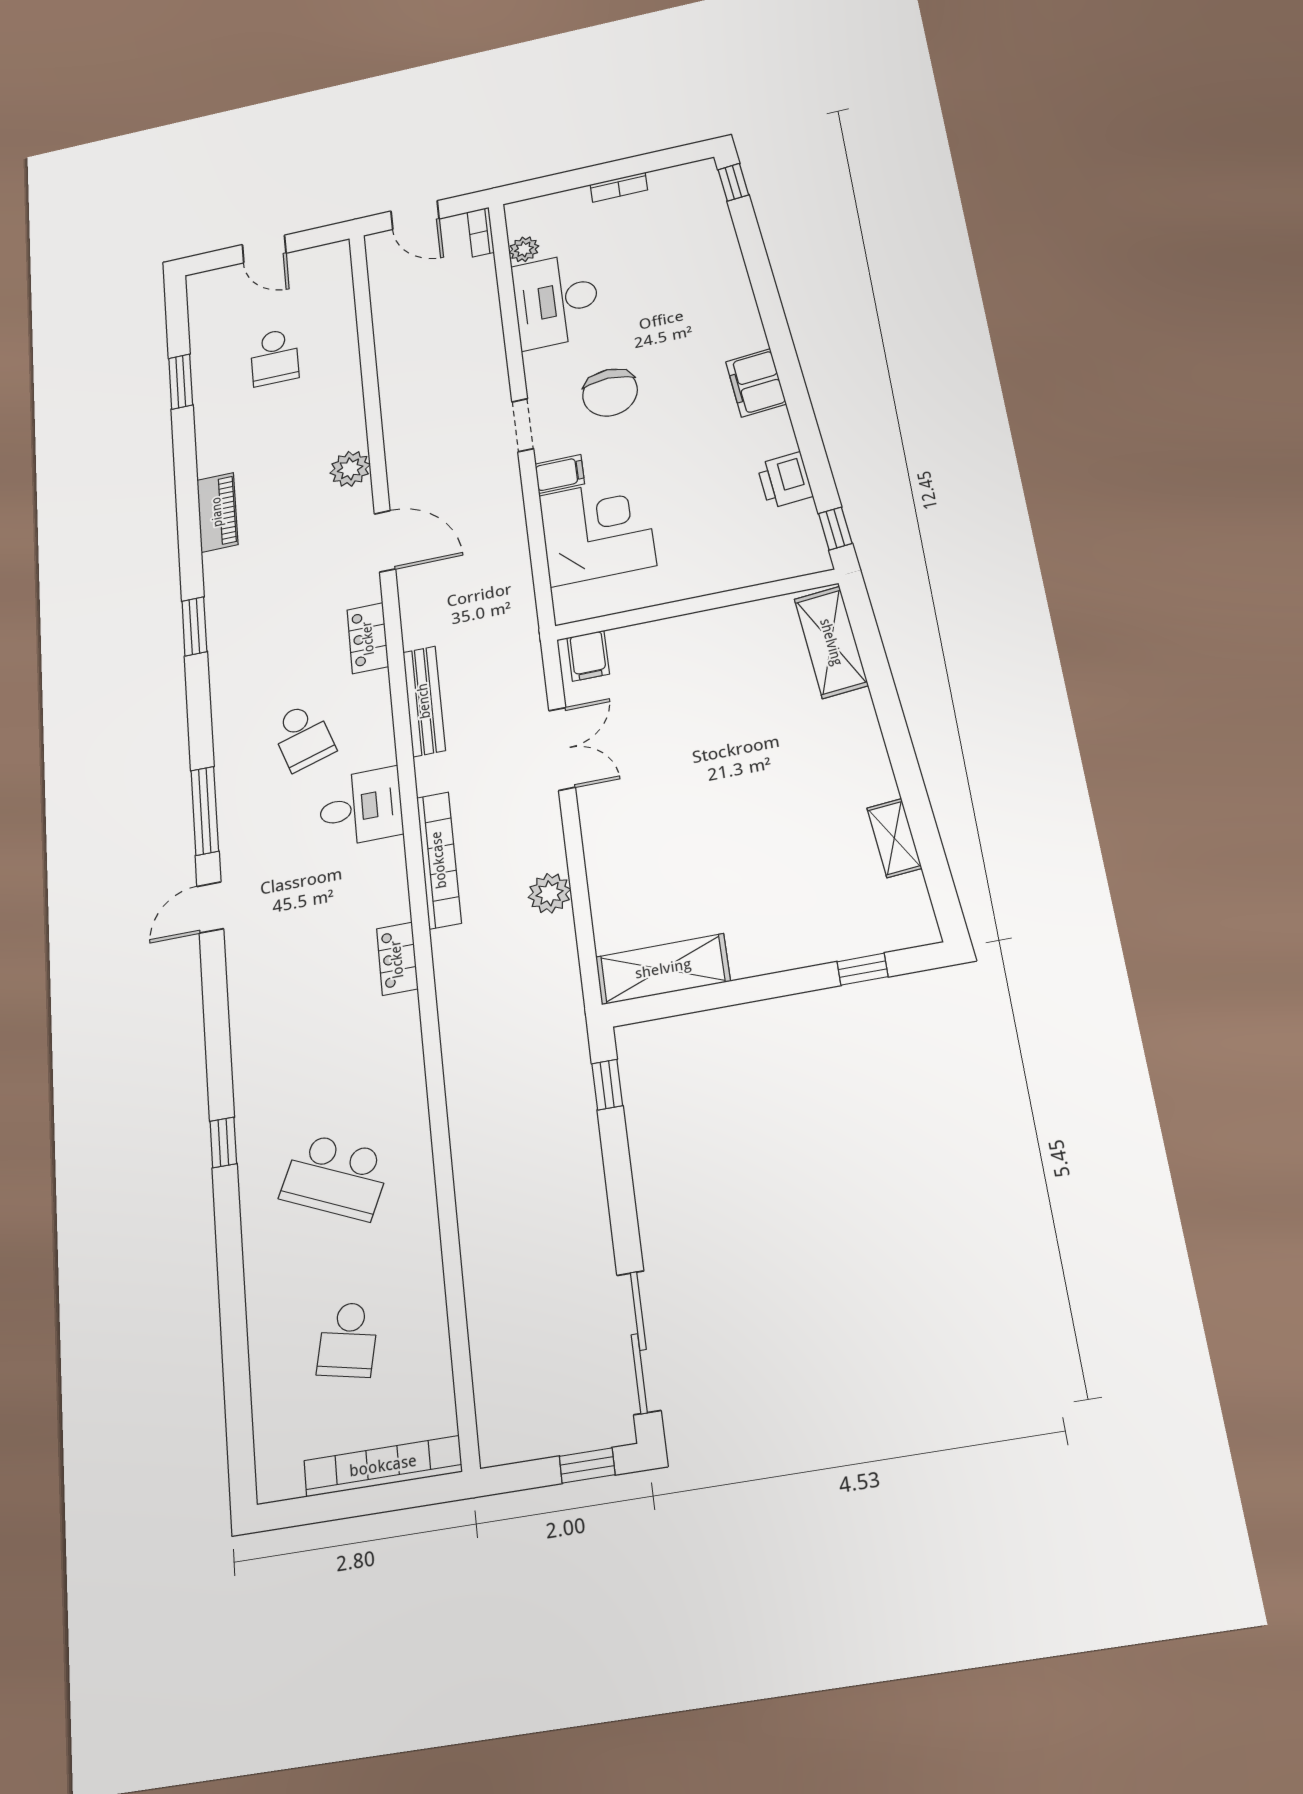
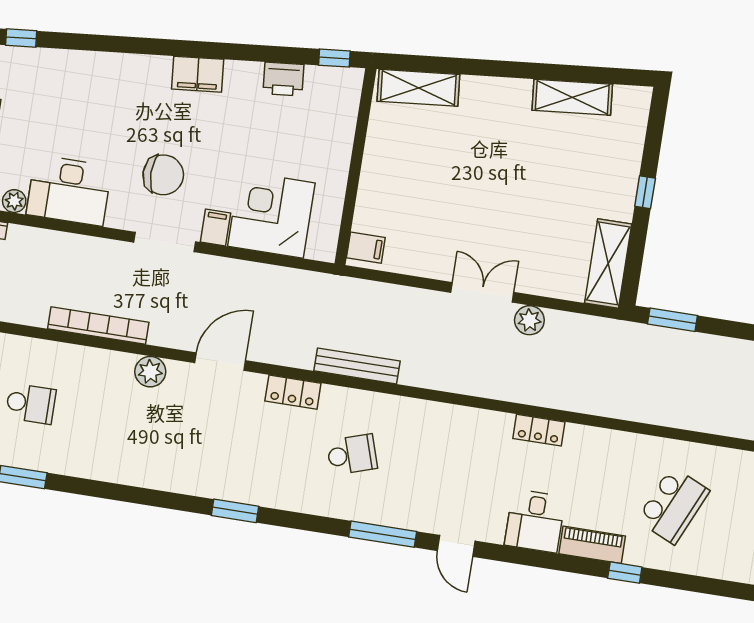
doorway: (523, 425) -> (165, 242), width x1.38
piano: (217, 512) -> (592, 545), moved
double door: (562, 749) -> (482, 292), moved
desk: (361, 807) -> (535, 521), moved, turned 180
shelving: (894, 838) -> (572, 97), width x1.50, depth x1.33
bookcase: (439, 860) -> (98, 325), moved
window: (863, 969) -> (645, 192), moved
window: (607, 1085) -> (672, 320), width x1.50

